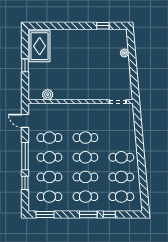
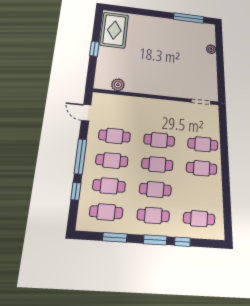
window: (103, 26) -> (189, 18), width x2.17
cafe table: (121, 177) -> (203, 144), moved
window: (45, 215) -> (115, 237), moved

